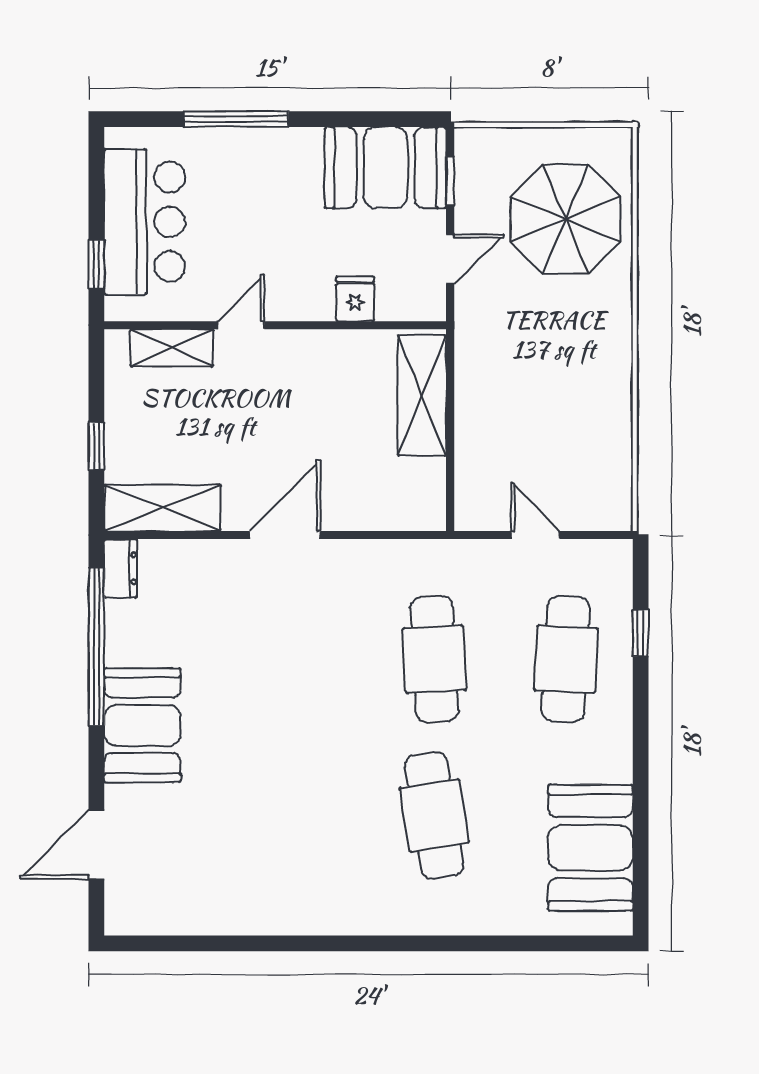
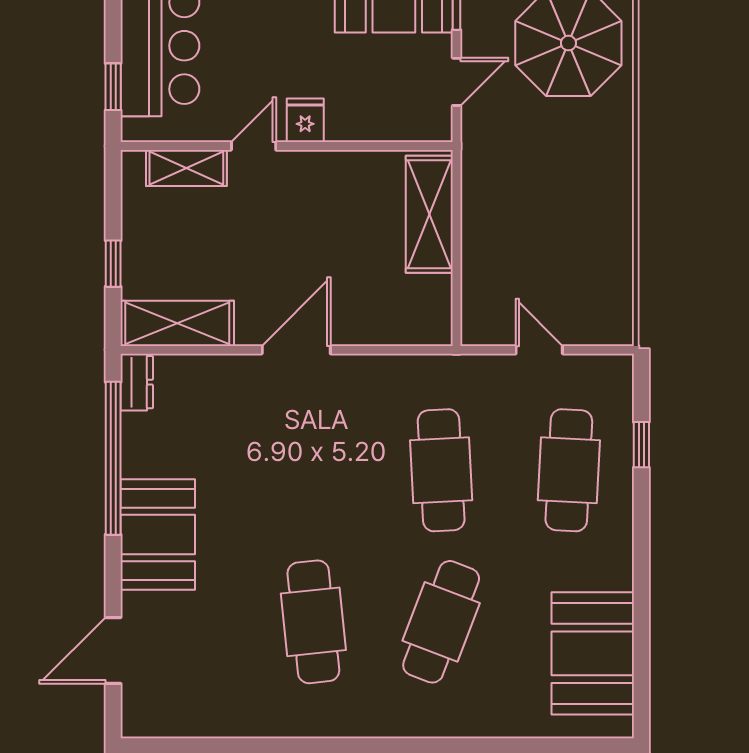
fridge: (355, 299) -> (305, 120), moved
cafe table: (303, 815) -> (313, 622), added
cafe table: (434, 815) -> (441, 622), turned 30

